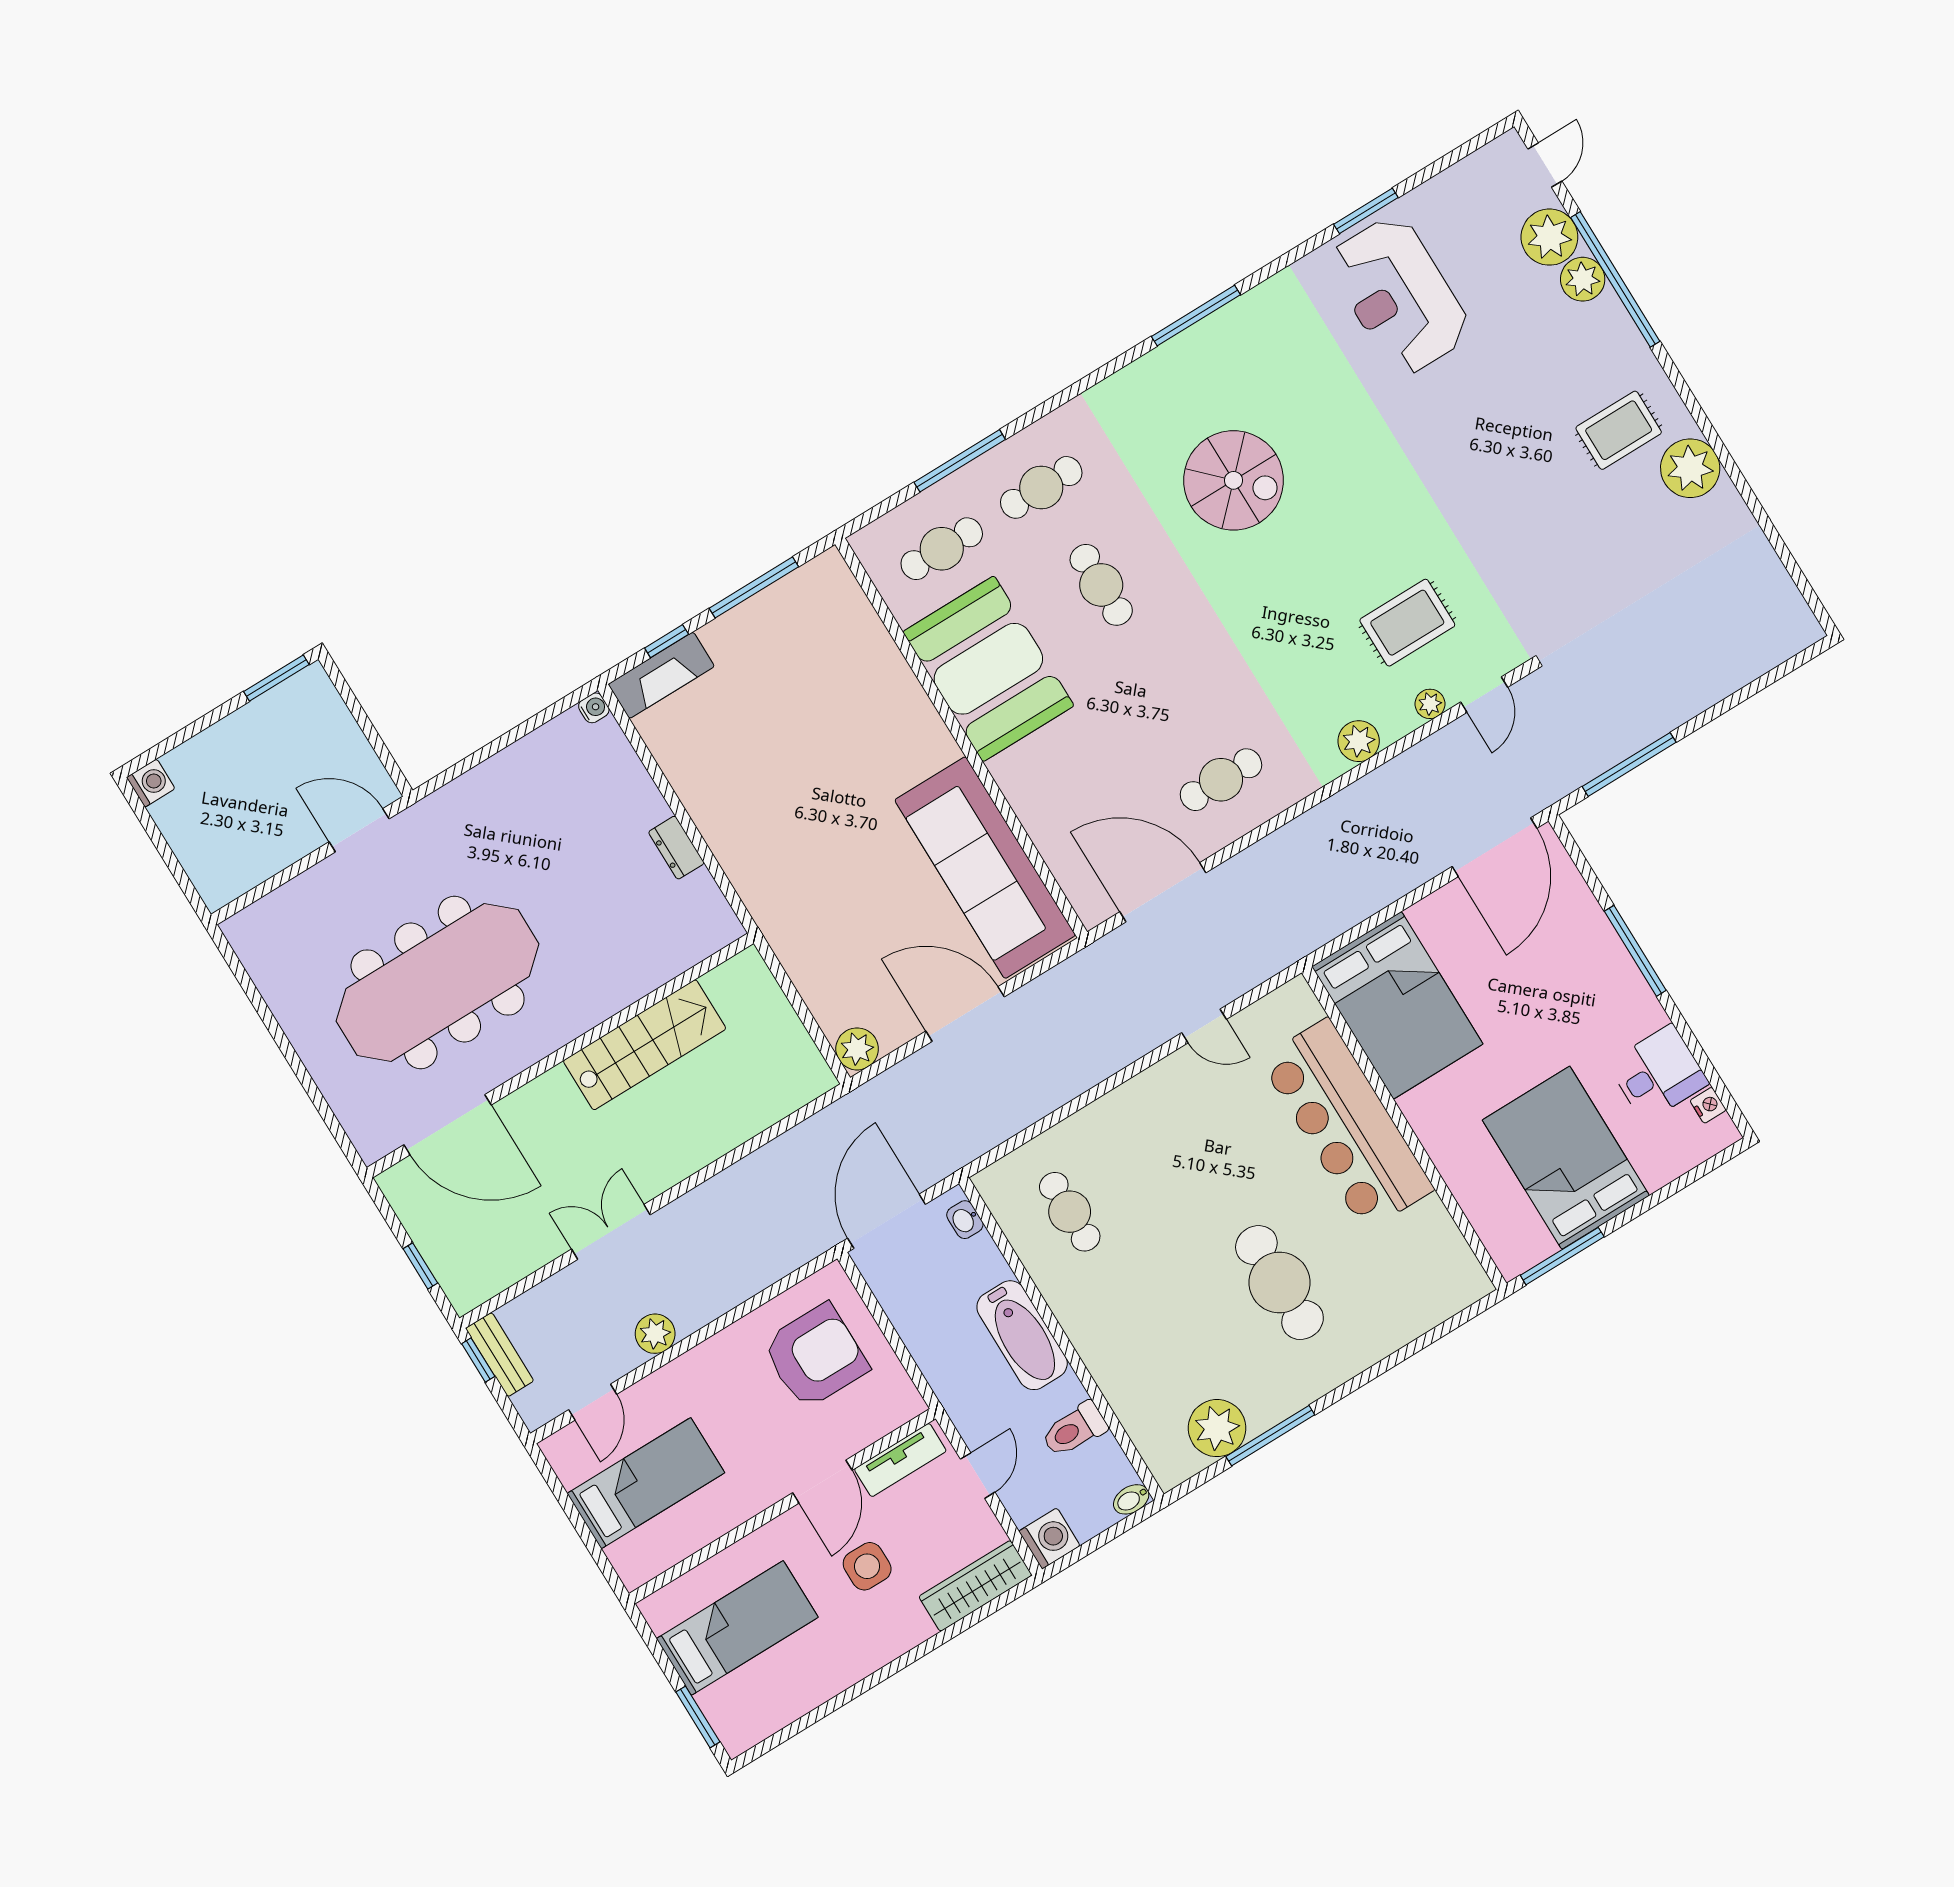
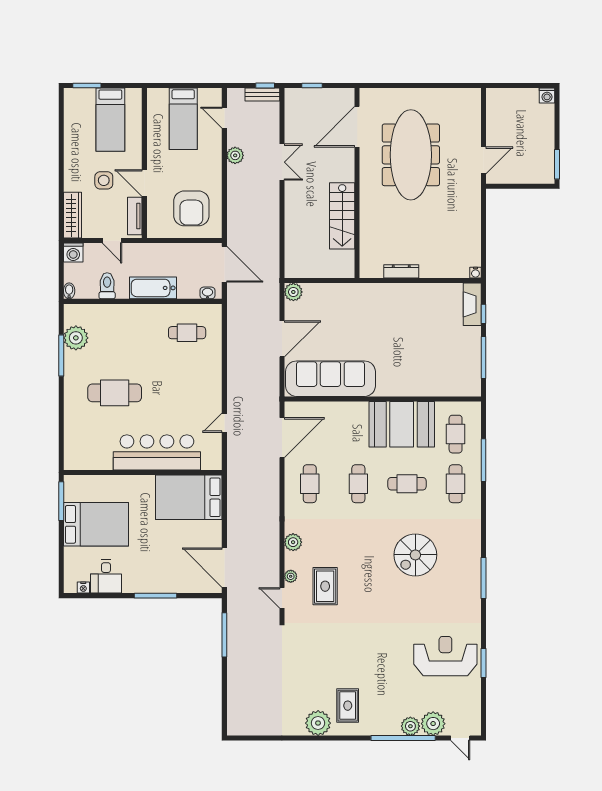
cafe table: (1161, 682) -> (358, 484), added
dresser: (676, 848) -> (401, 271), width x1.44

